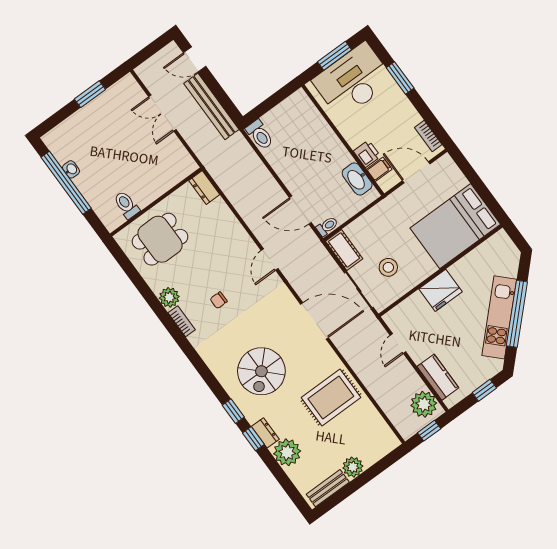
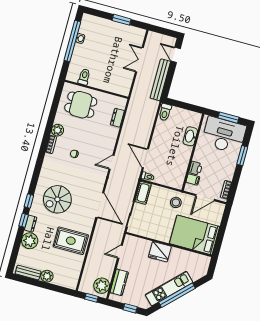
door: (416, 172) -> (205, 198), swing flipped
washbasin: (357, 179) -> (190, 136), moved
dresser: (204, 188) -> (117, 118), moved
stool: (388, 267) -> (176, 202), moved

